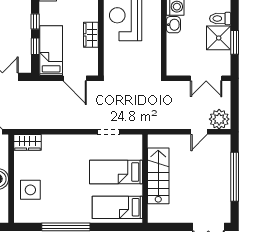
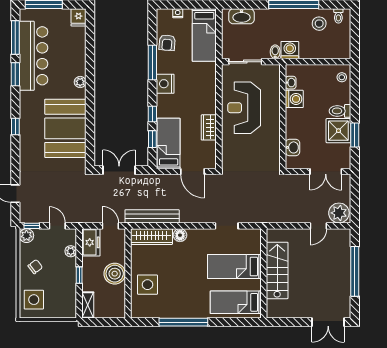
washbasin: (173, 25) -> (293, 147), moved
bench: (35, 122) -> (152, 216), added
floor lamp: (62, 141) -> (180, 235), added
wardrobe: (27, 142) -> (151, 237), width x1.50

